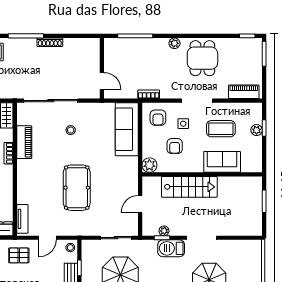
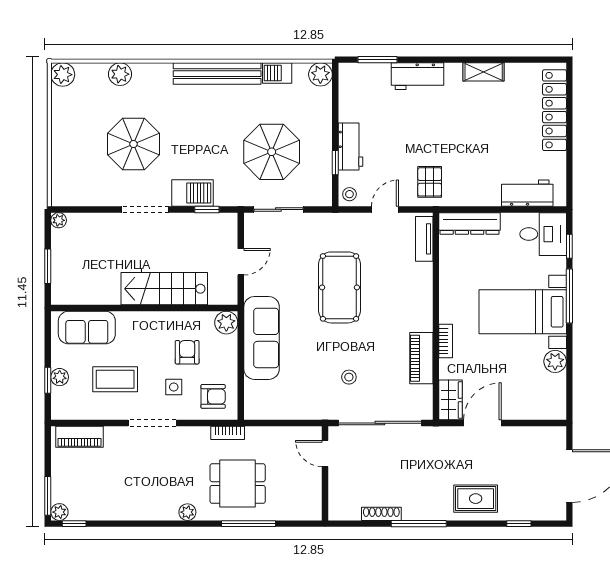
plant: (257, 43) -> (59, 512), added
dining table: (202, 58) -> (238, 484), moved, turned 90
wall: (102, 68) -> (325, 473), moved
door: (102, 81) -> (325, 454), moved
armchair: (158, 118) -> (213, 396), turned 90
sofa: (127, 129) -> (262, 338), moved
sofa: (222, 162) -> (87, 328), moved
plant: (164, 231) -> (59, 220), moved
pallet: (19, 255) -> (430, 182), turned 90

